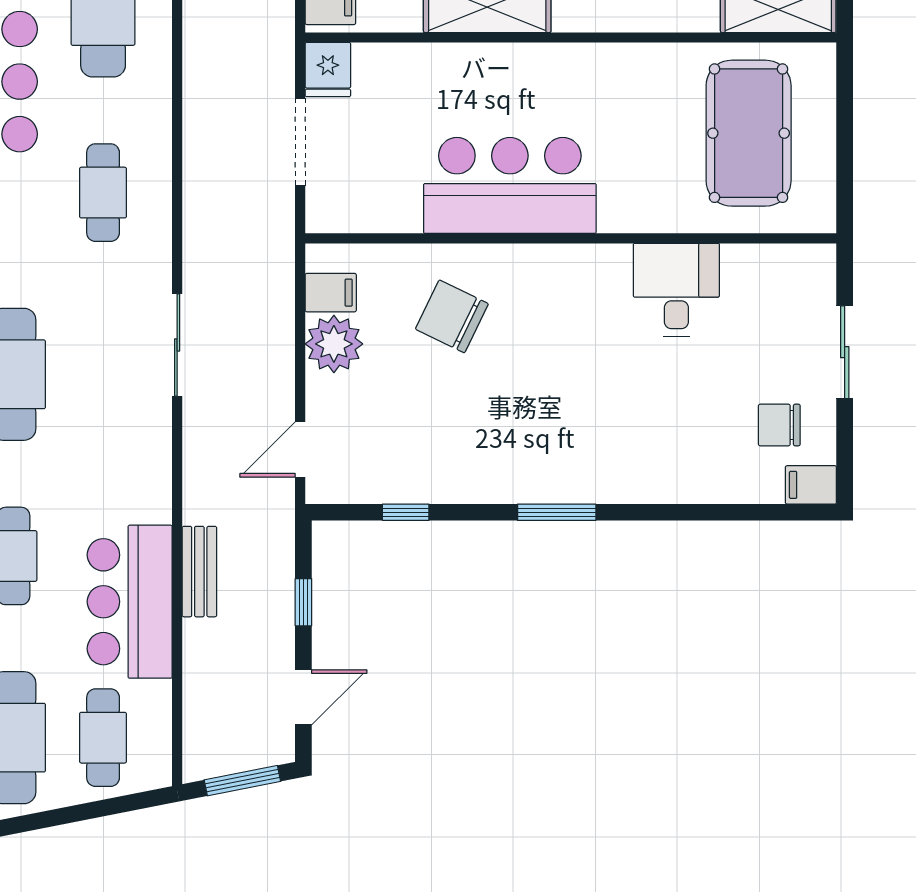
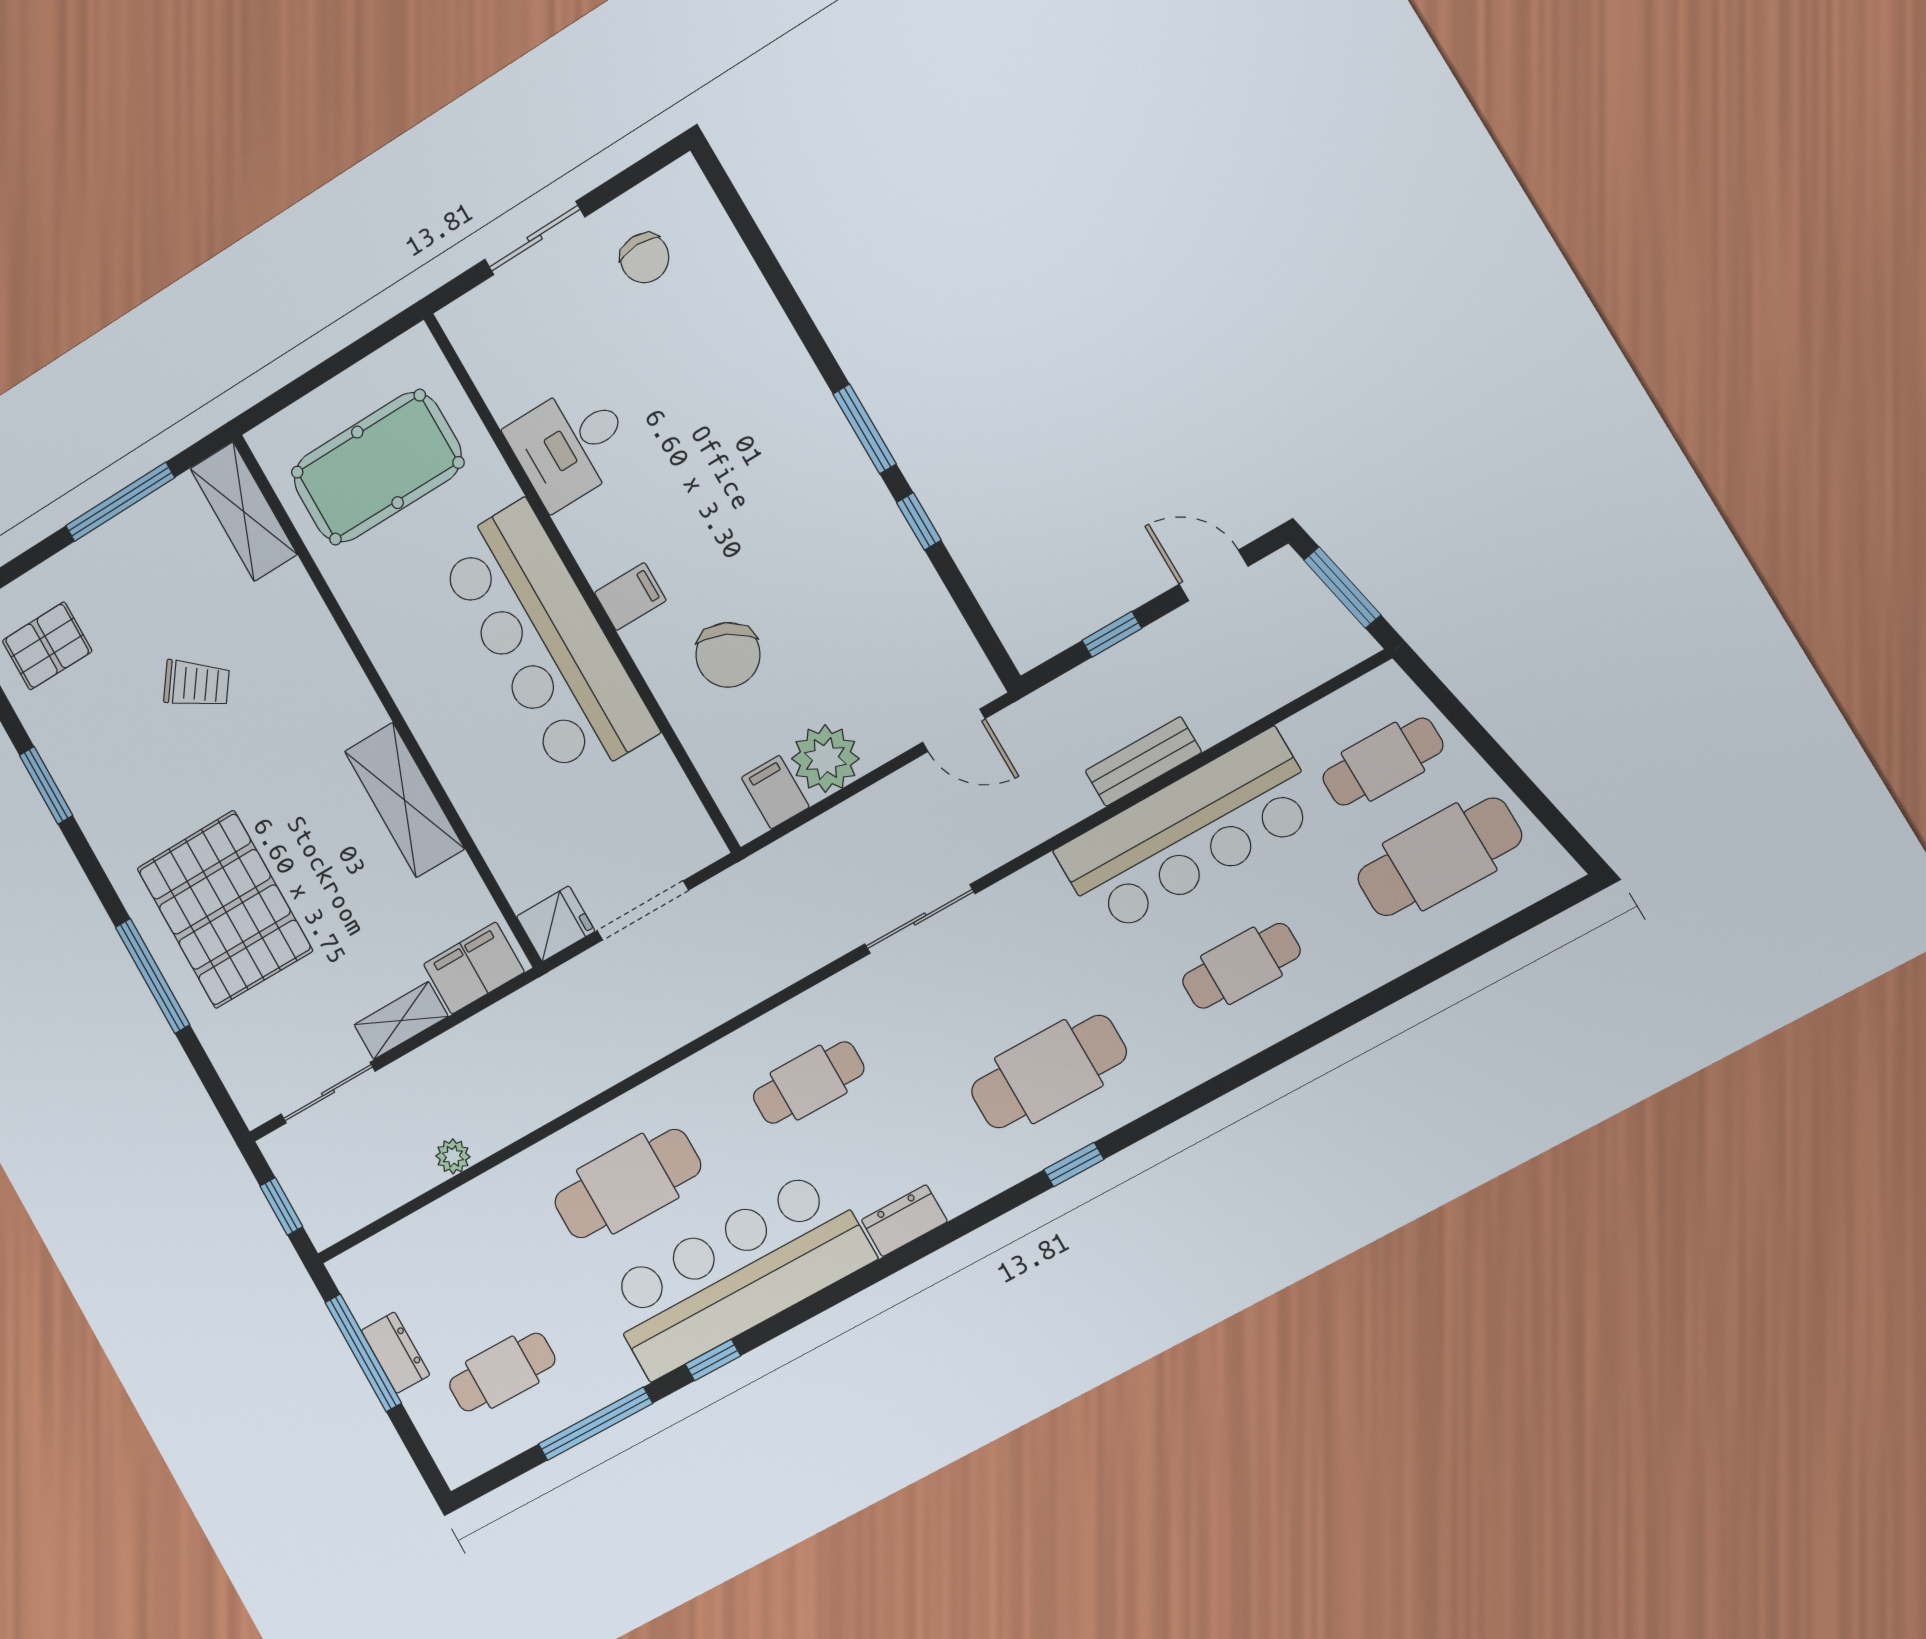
bar counter: (510, 185) -> (546, 642), width x1.36
filing cabinet: (811, 485) -> (630, 597), moved, turned -90
window: (406, 512) -> (919, 521), moved
bar counter: (130, 602) -> (1189, 833), width x1.36

